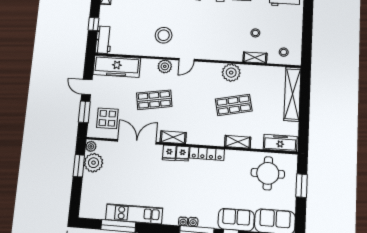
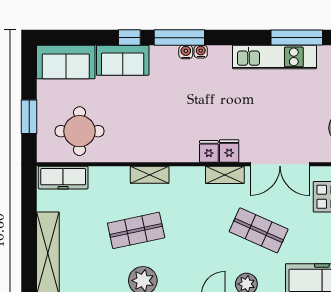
shop shelf: (154, 100) -> (259, 230), turned 33
shelving: (238, 142) -> (150, 175), moved
locker: (207, 154) -> (172, 154), removed

